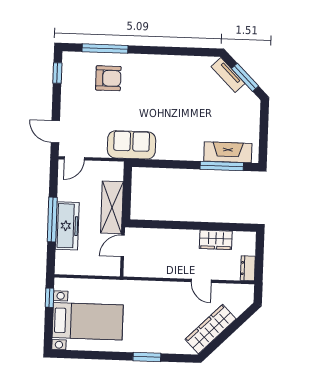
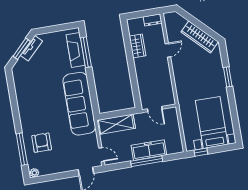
plant: (68, 59) -> (34, 173), added
window: (57, 73) -> (45, 178), removed
tv unit: (228, 75) -> (31, 48), moved
sofa: (132, 145) -> (79, 104), width x1.85, depth x1.27
shelving: (112, 207) -> (116, 124), moved

